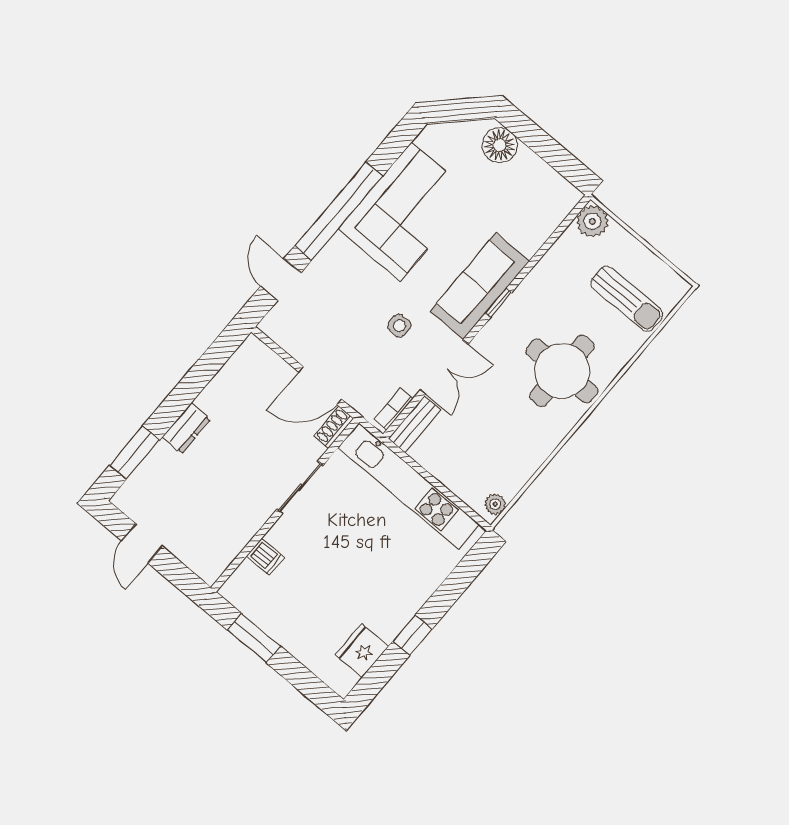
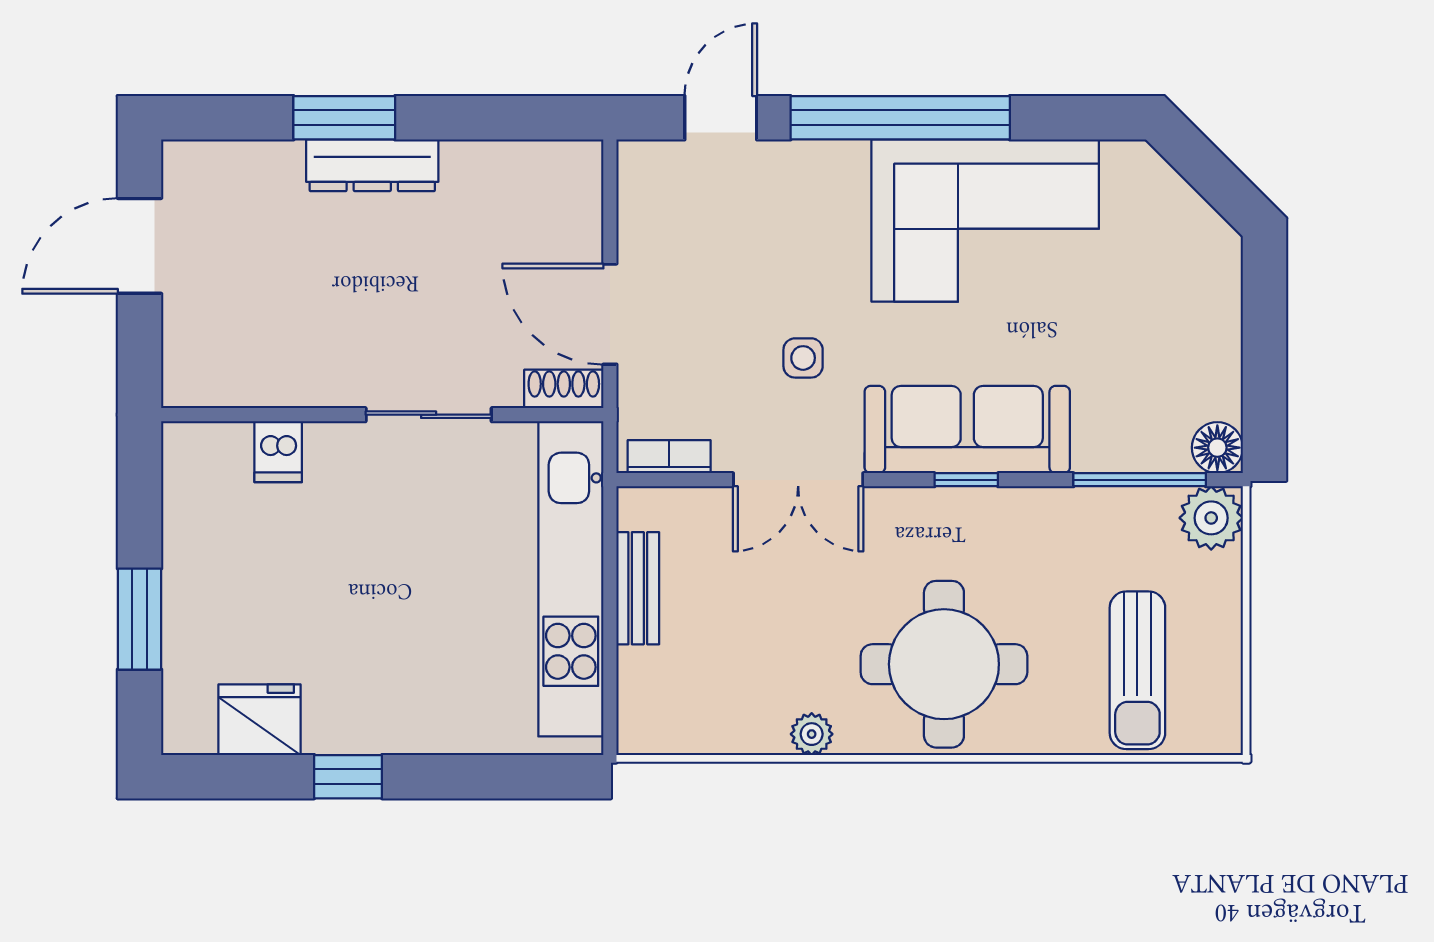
floor lamp: (500, 145) -> (1217, 448), moved, width x0.73, depth x0.73
window: (555, 236) -> (1140, 480), added
bench: (414, 424) -> (638, 588), moved, turned 90
dresser: (186, 428) -> (372, 165), width x1.44
window: (135, 453) -> (344, 118), moved
plant: (495, 504) -> (812, 734), moved
door: (142, 543) -> (140, 246), width x1.38
window: (254, 638) -> (140, 619), moved

